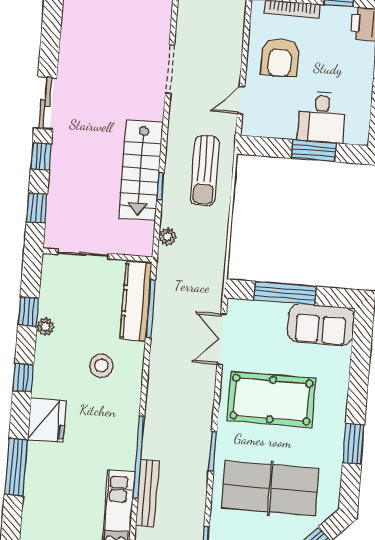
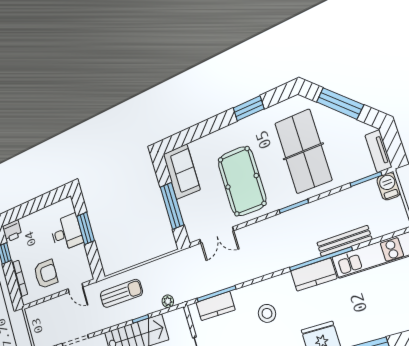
kitchen counter: (136, 301) -> (215, 306), width x0.67
kitchen counter: (124, 442) -> (314, 275), added

